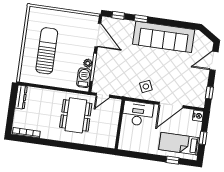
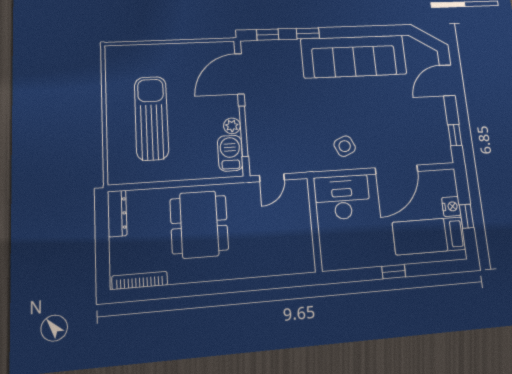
door: (98, 35) -> (239, 74), swing flipped
dining table: (76, 115) -> (199, 224), moved
nightstand: (198, 116) -> (451, 206), moved
window: (173, 160) -> (394, 272), moved

